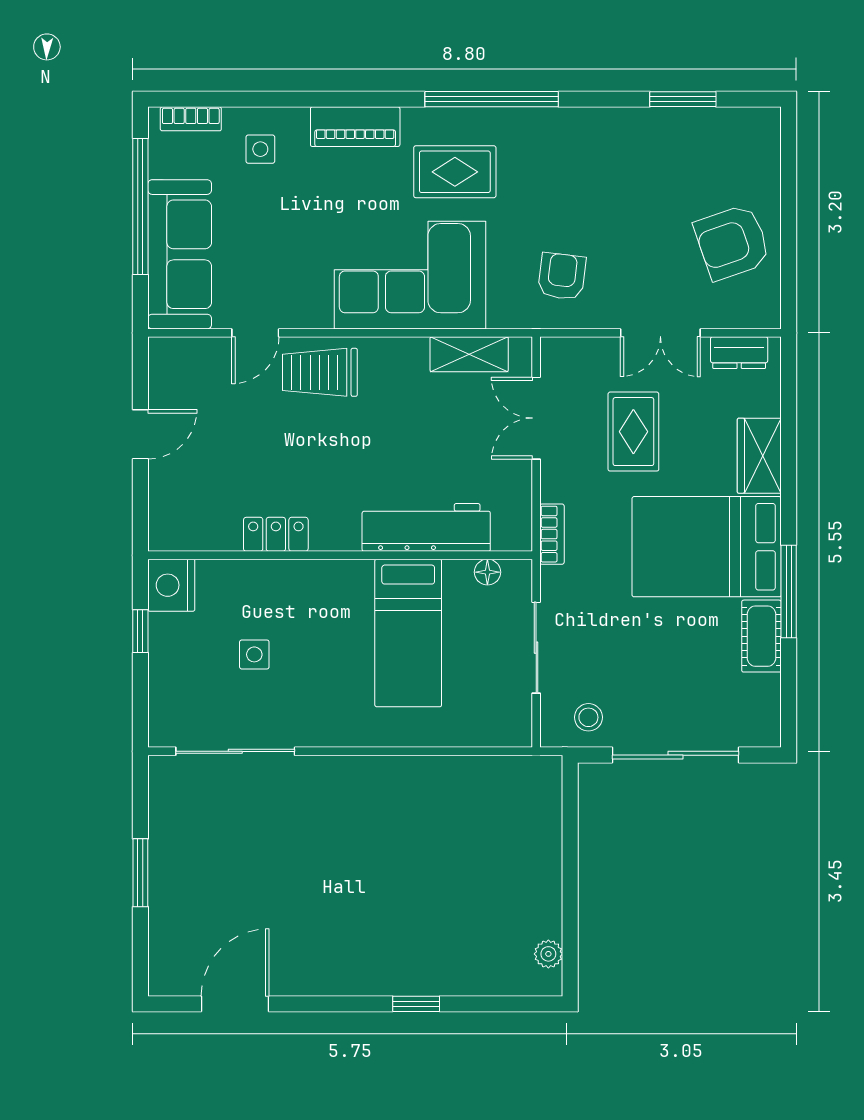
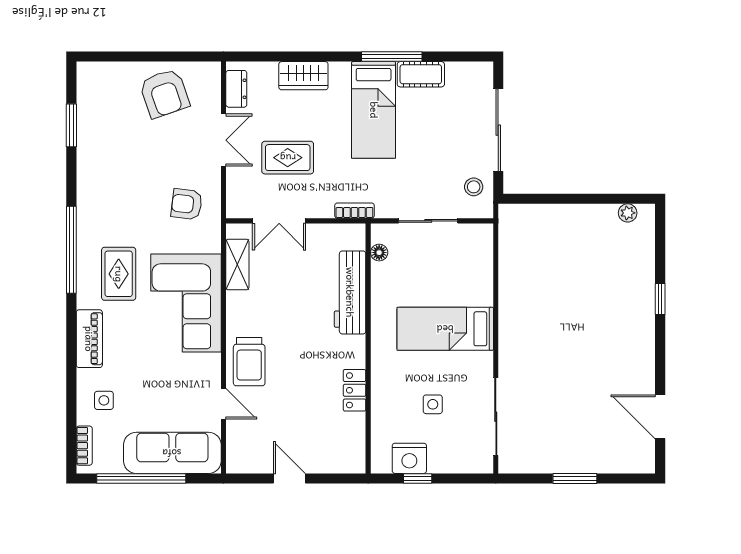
bed: (707, 547) -> (374, 110), width x0.67
nightstand: (171, 585) -> (409, 458), moved
bed: (408, 633) -> (445, 329), moved, turned 180

